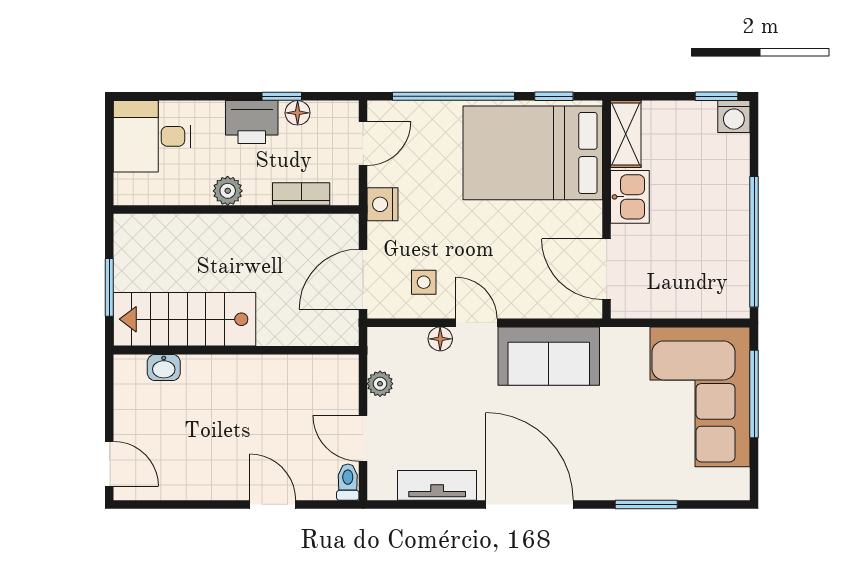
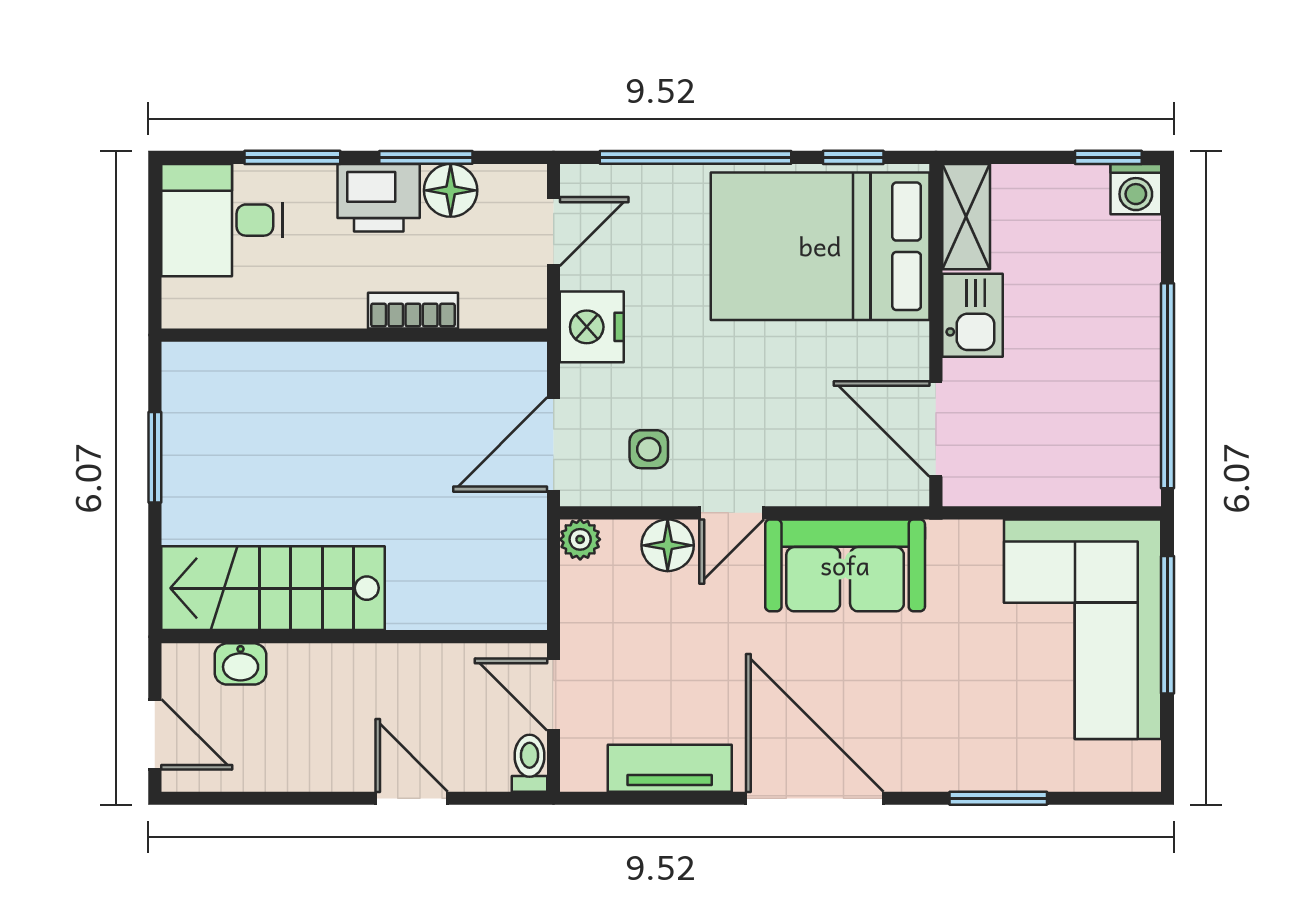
window: (197, 96) -> (292, 157), added
window: (282, 96) -> (426, 157), width x1.50
floor lamp: (298, 113) -> (451, 190), width x1.37, depth x1.37
plant: (228, 191) -> (341, 306), removed
bookcase: (301, 194) -> (413, 311), moved
nightstand: (382, 204) -> (592, 327), width x1.36, depth x1.33
stairs: (184, 319) -> (273, 588), moved
door: (477, 323) -> (732, 513), swing flipped
floor lamp: (440, 339) -> (668, 545), width x1.37, depth x1.37
wall: (236, 350) -> (354, 637), moved
washbasin: (164, 367) -> (241, 664), moved
plant: (380, 384) -> (580, 539), moved

